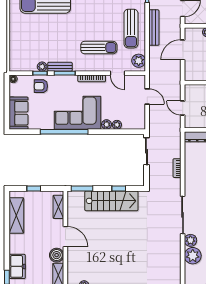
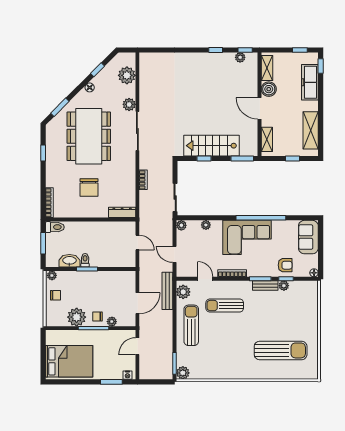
bench: (154, 28) -> (167, 291), moved
plant: (106, 124) -> (181, 225), moved
plant: (193, 256) -> (127, 75), moved
freezer: (17, 266) -> (310, 82), width x1.40

